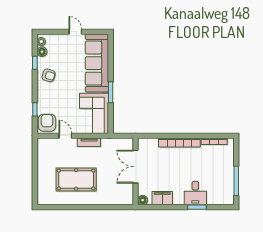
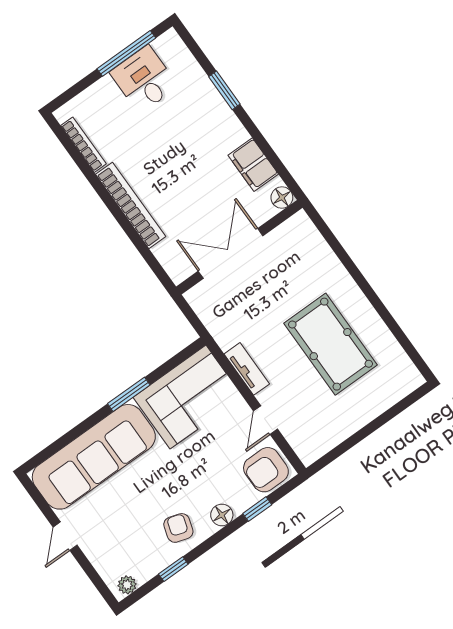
floor lamp: (42, 52) -> (222, 515), moved
double door: (136, 167) -> (231, 253), swing flipped
desk: (195, 193) -> (144, 79), moved, turned -90

